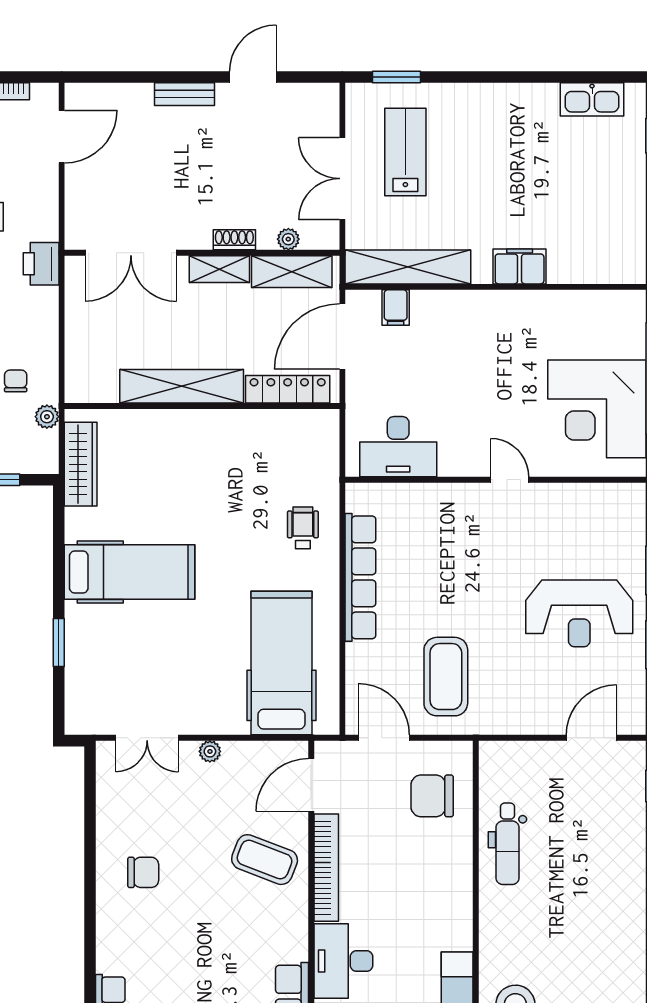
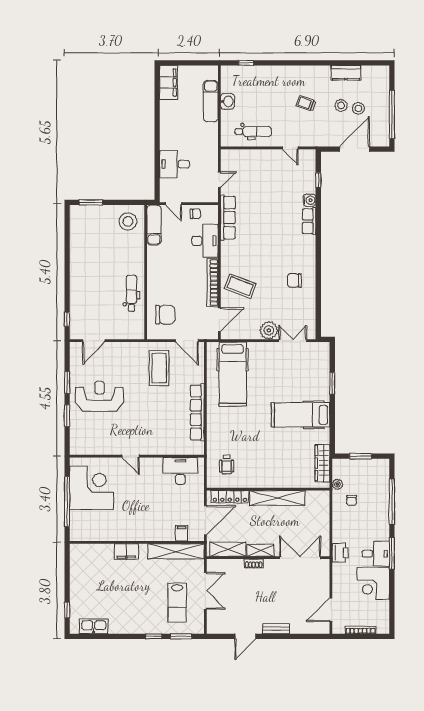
window: (458, 77) -> (154, 636), added
plant: (288, 239) -> (230, 564), removed
wheelchair: (303, 528) -> (227, 465), moved
plant: (210, 751) -> (269, 330), width x1.88, depth x1.88

